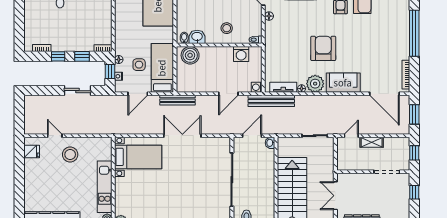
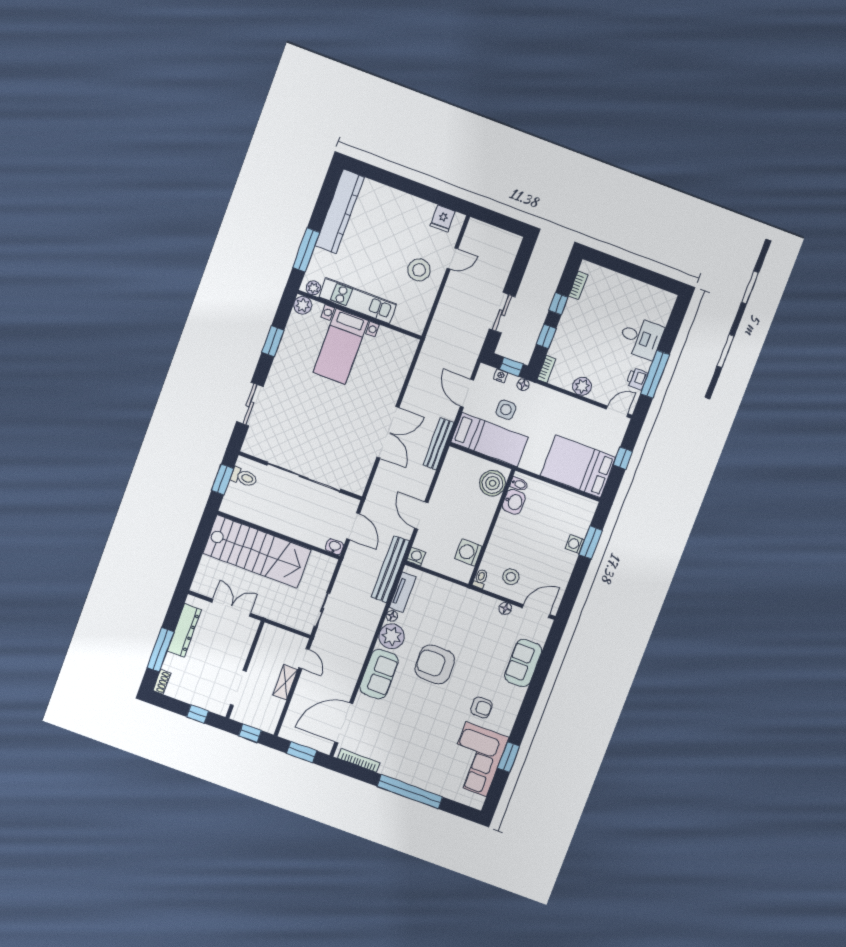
plant: (106, 21) -> (582, 386), added
stool: (227, 28) -> (511, 577), moved
armchair: (323, 48) -> (435, 664), turned 180
bed with nightstands: (138, 157) -> (341, 346), moved

